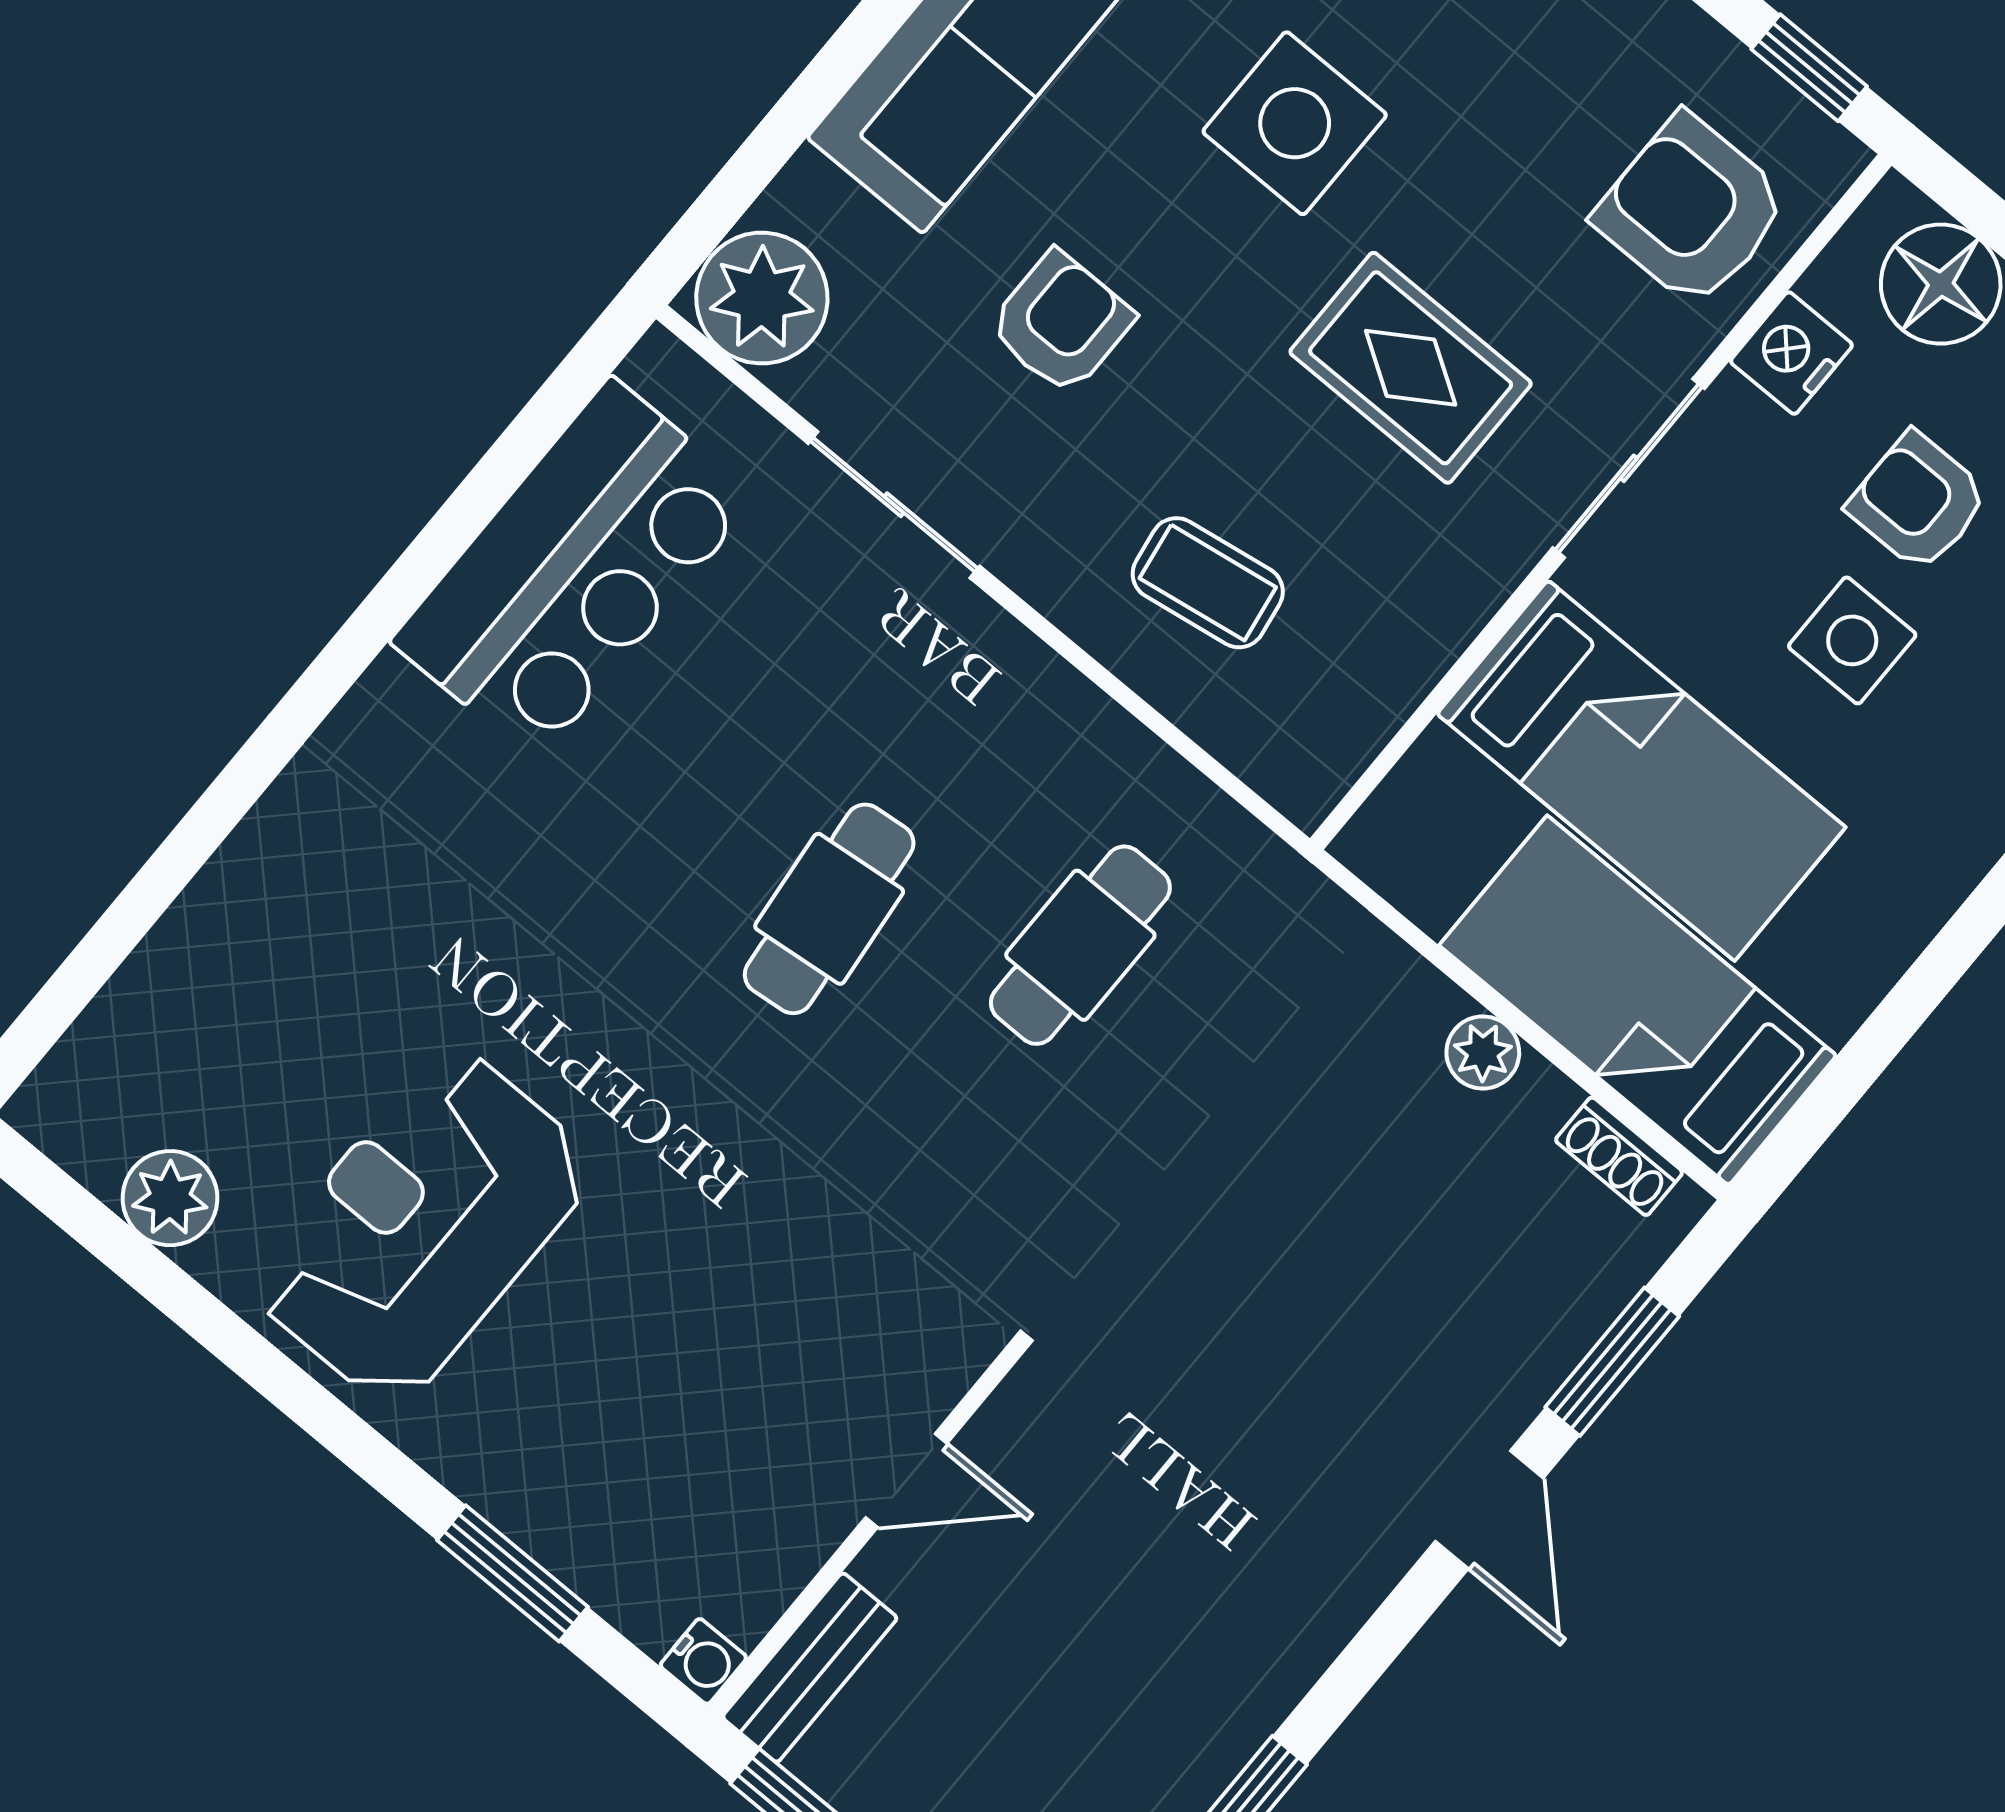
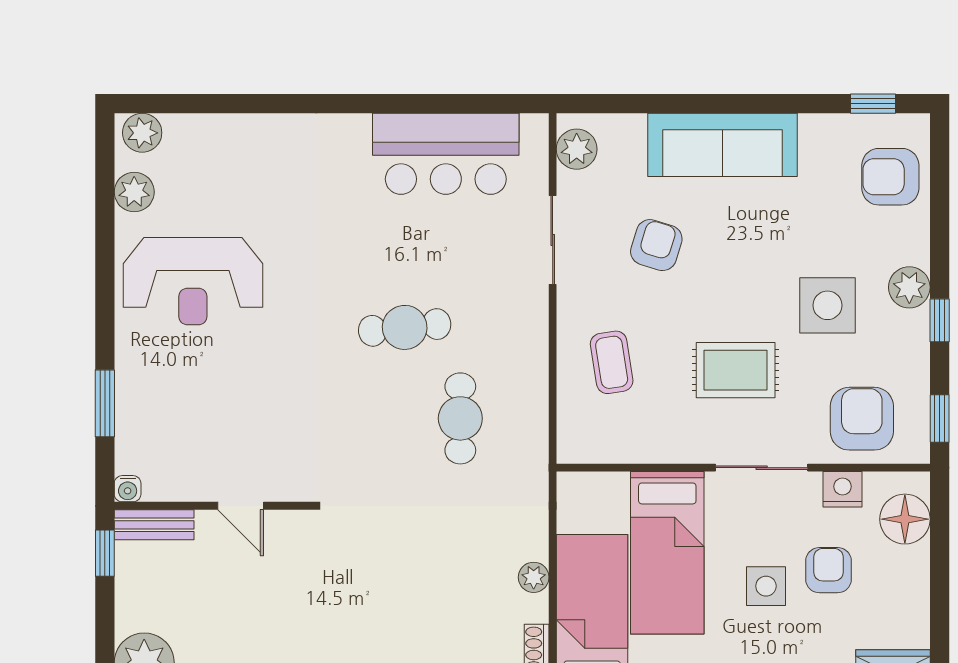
side table: (1295, 123) -> (827, 305), moved
plant: (762, 298) -> (577, 149), width x0.73, depth x0.73
armchair: (1061, 323) -> (656, 245), turned -73
rug: (1411, 368) -> (736, 370), turned 90
cafe table: (1080, 945) -> (460, 418), turned 90
plant: (74, 1094) -> (142, 133), added
reception desk: (422, 1226) -> (193, 281), turned 180

